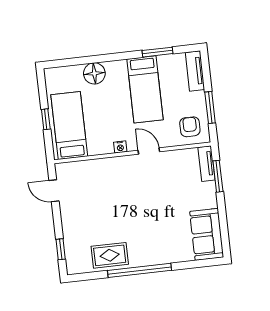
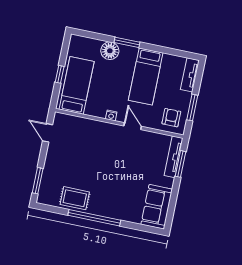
window: (157, 52) -> (127, 42), moved
tv unit: (206, 164) -> (174, 157), width x1.41
window: (61, 249) -> (38, 181), width x1.50

